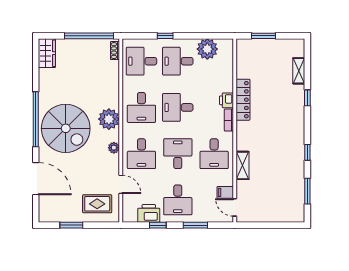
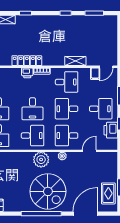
spiral stairs: (66, 128) -> (48, 191), turned 90
desk: (141, 154) -> (67, 136), turned 180
rug: (97, 204) -> (108, 193), moved

